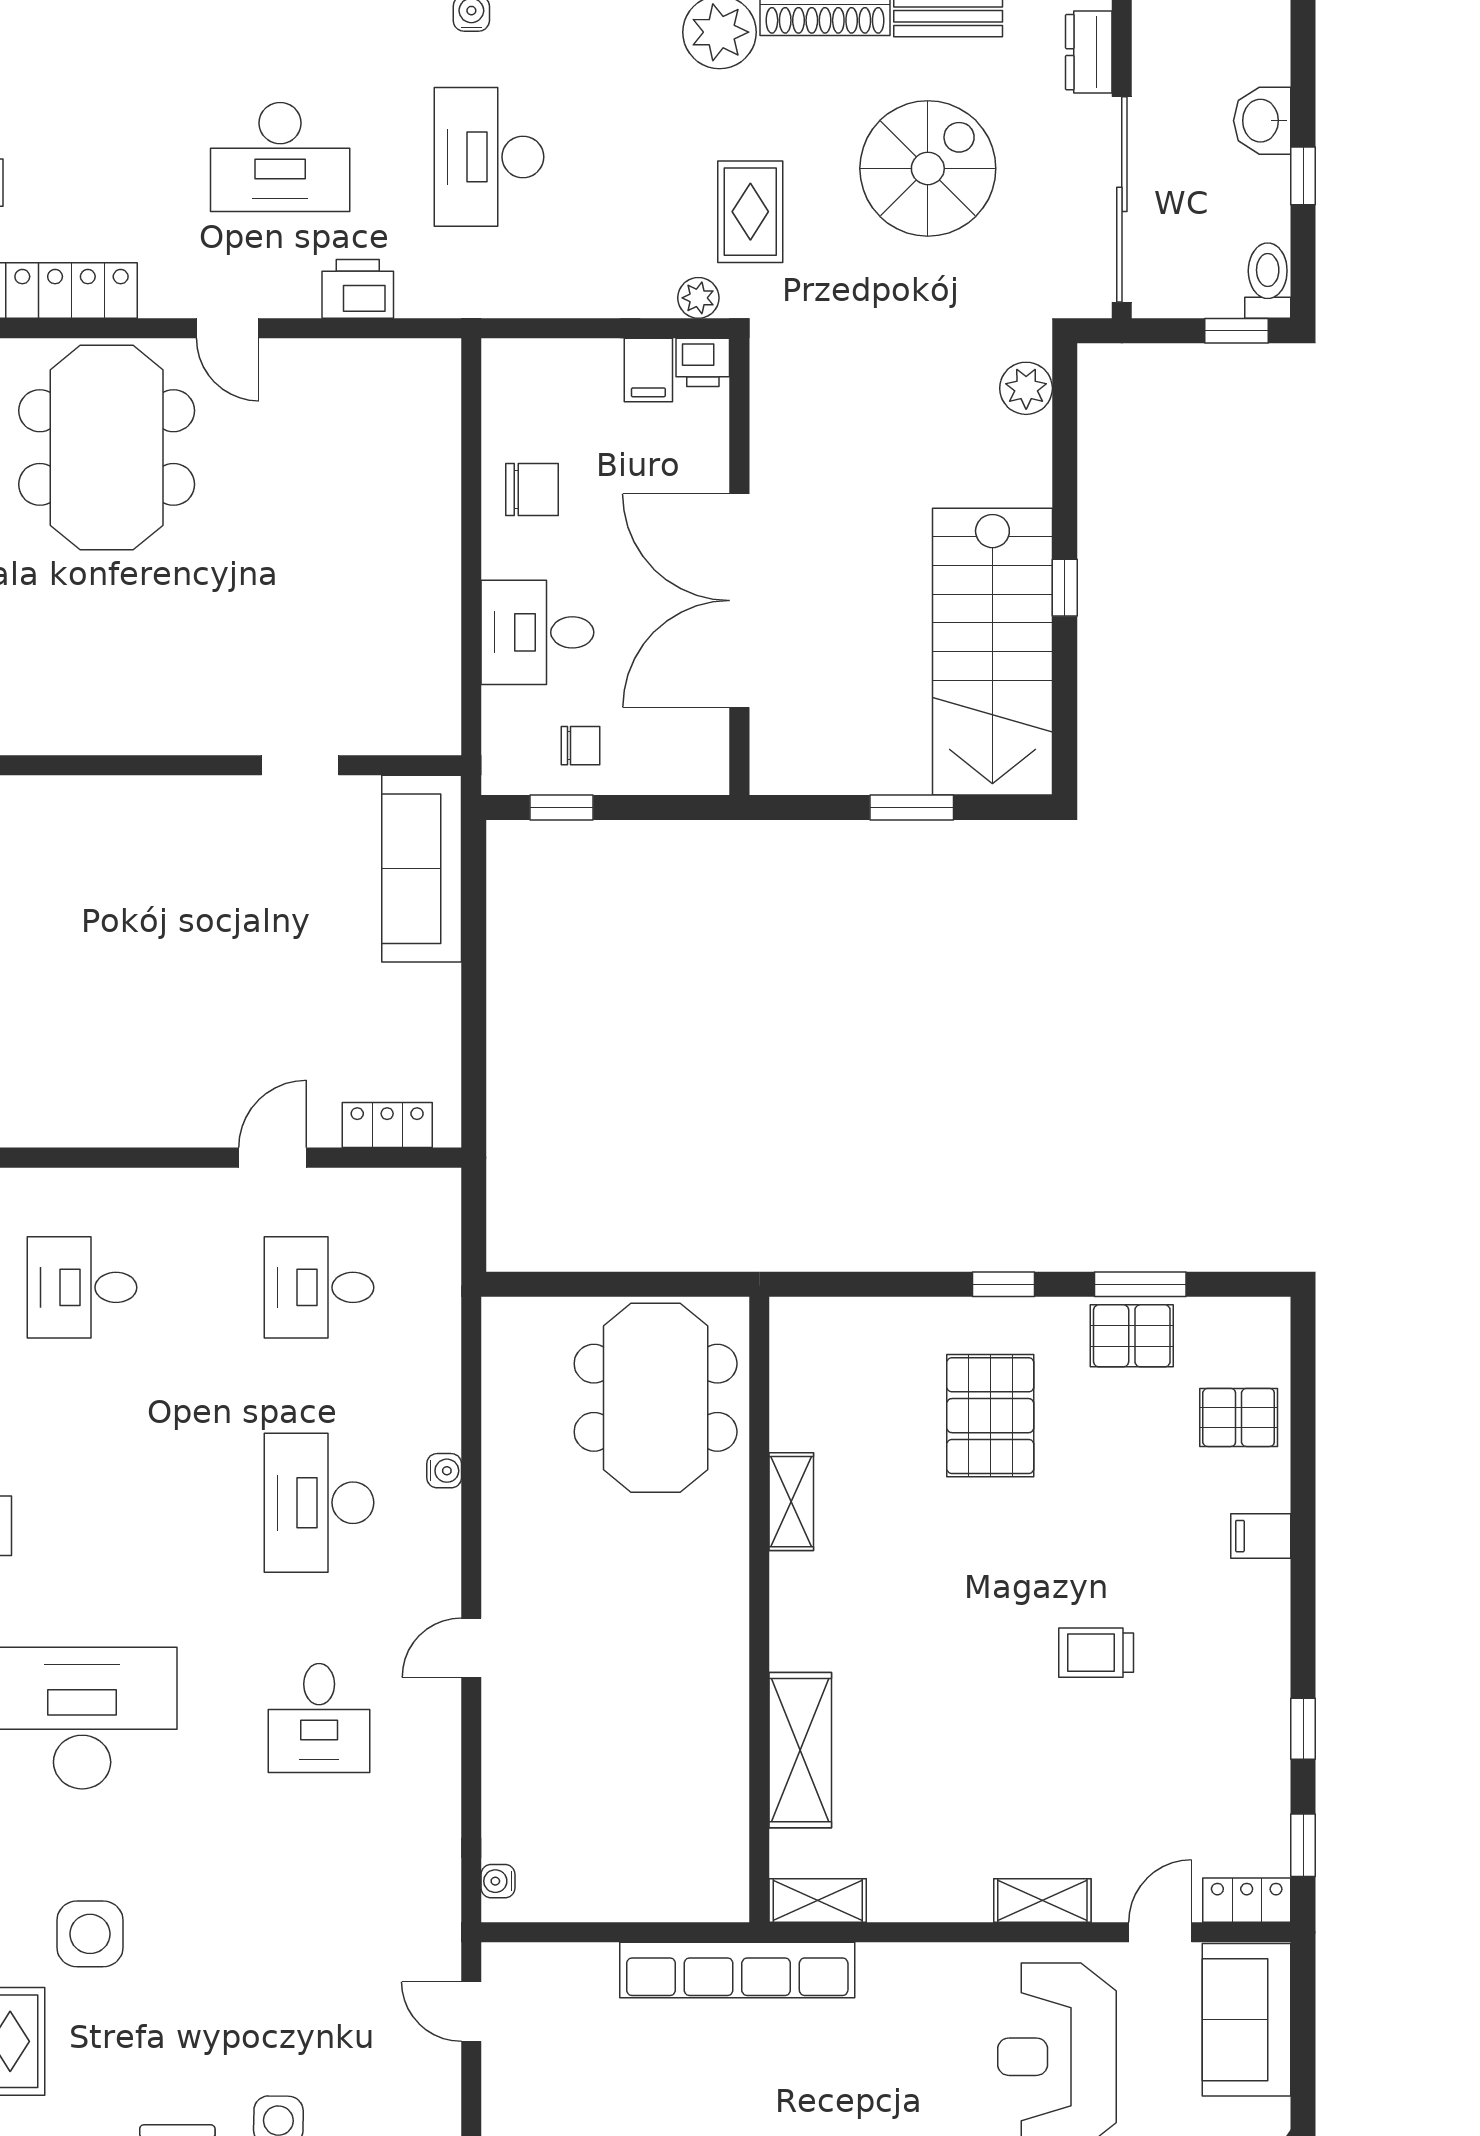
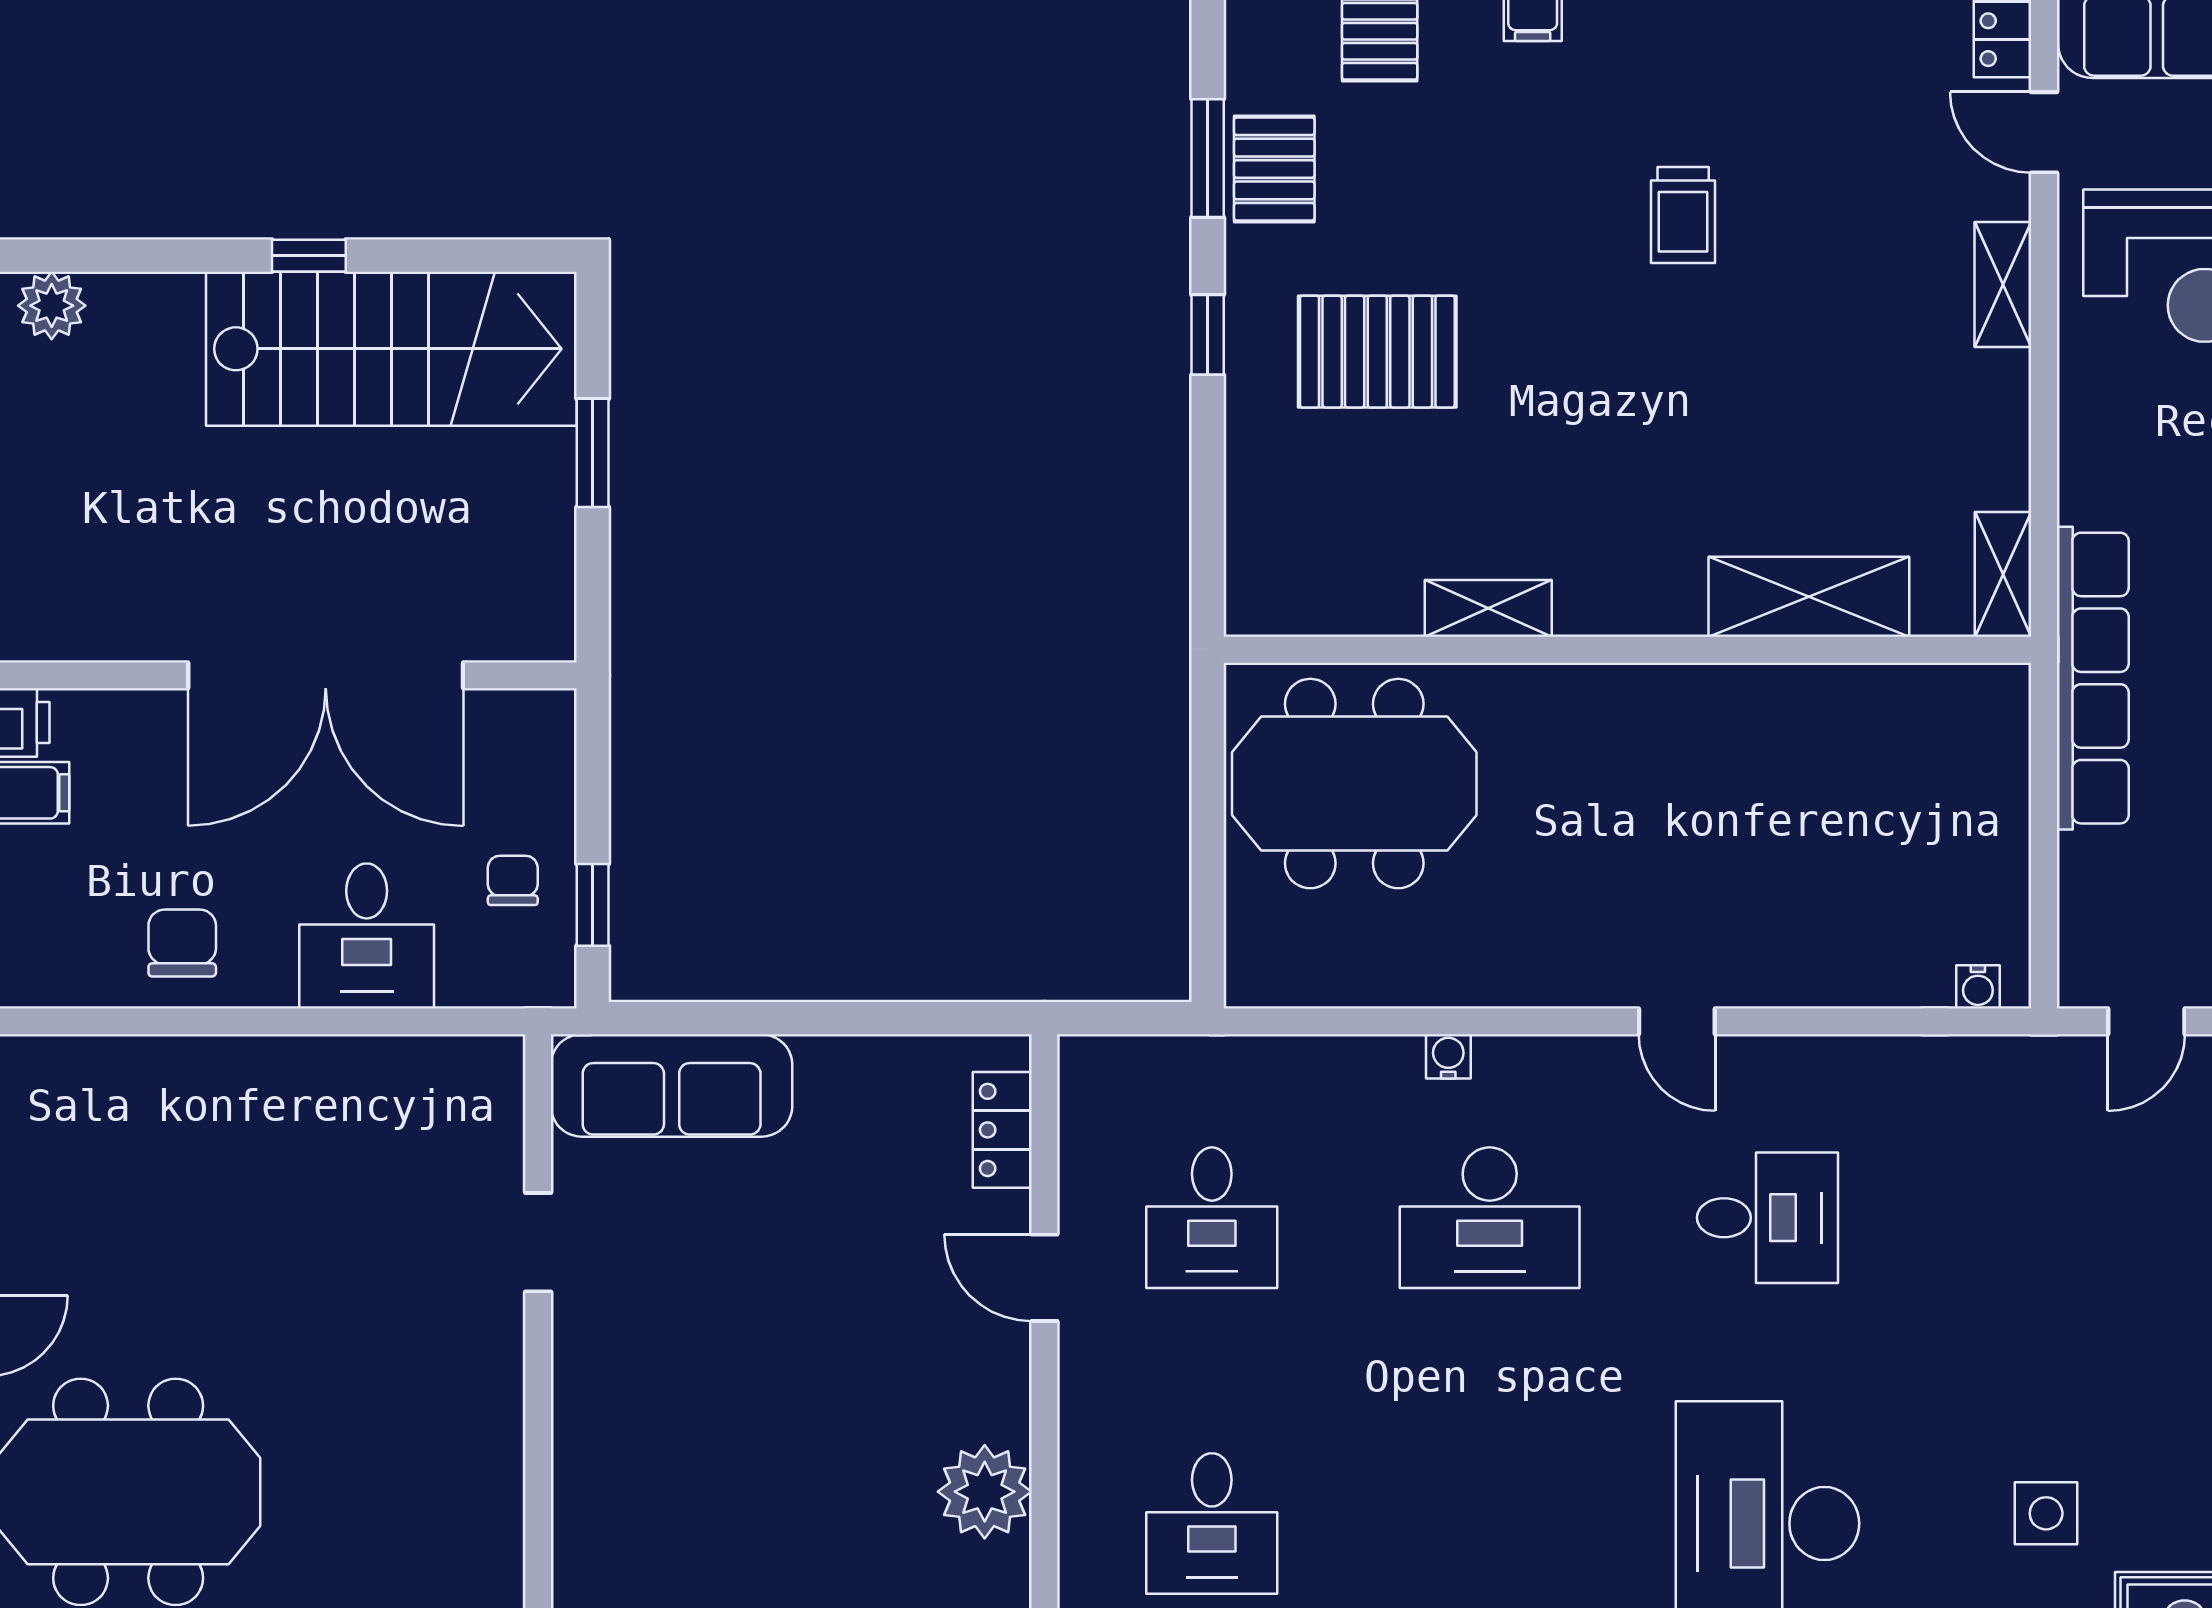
plant: (107, 1111) -> (985, 1492), added
side table: (90, 1934) -> (2046, 1513), width x0.73, depth x0.73

